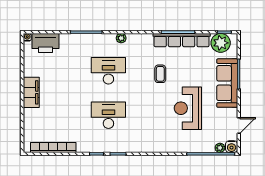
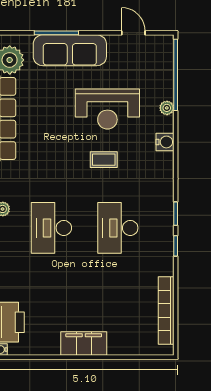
coffee table: (160, 74) -> (104, 160), moved
water cooler: (232, 147) -> (165, 142), moved
plant: (220, 148) -> (167, 108), moved

